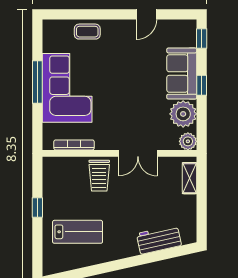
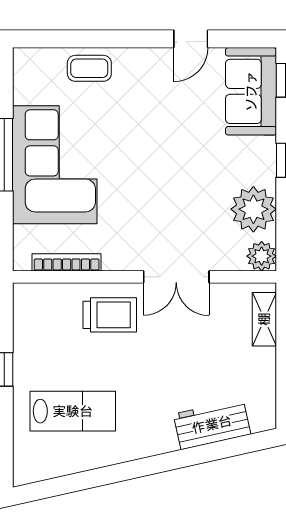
sofa: (182, 74) -> (251, 91), moved
trolley: (99, 176) -> (110, 315), turned -90

